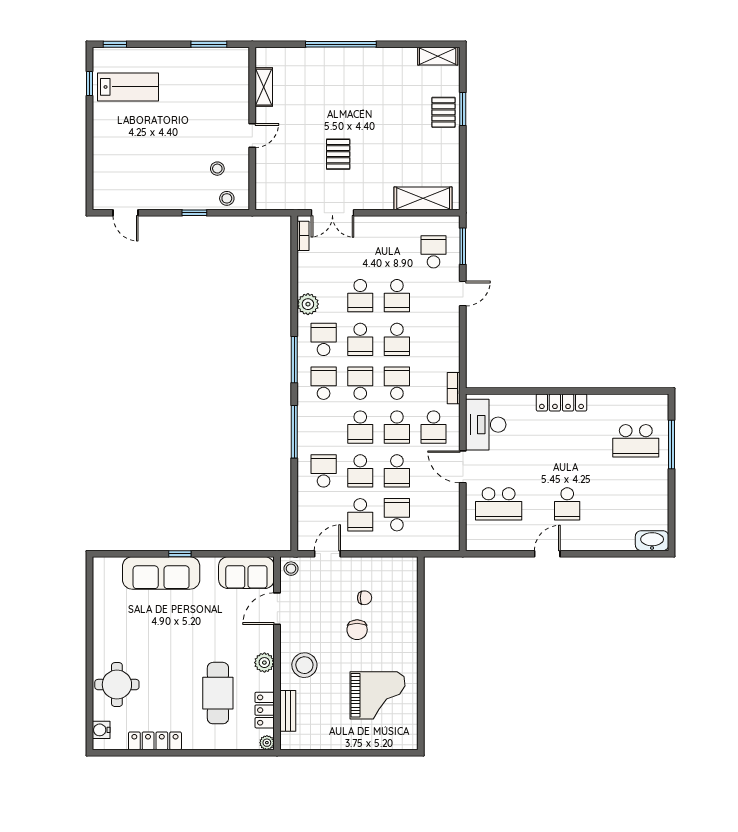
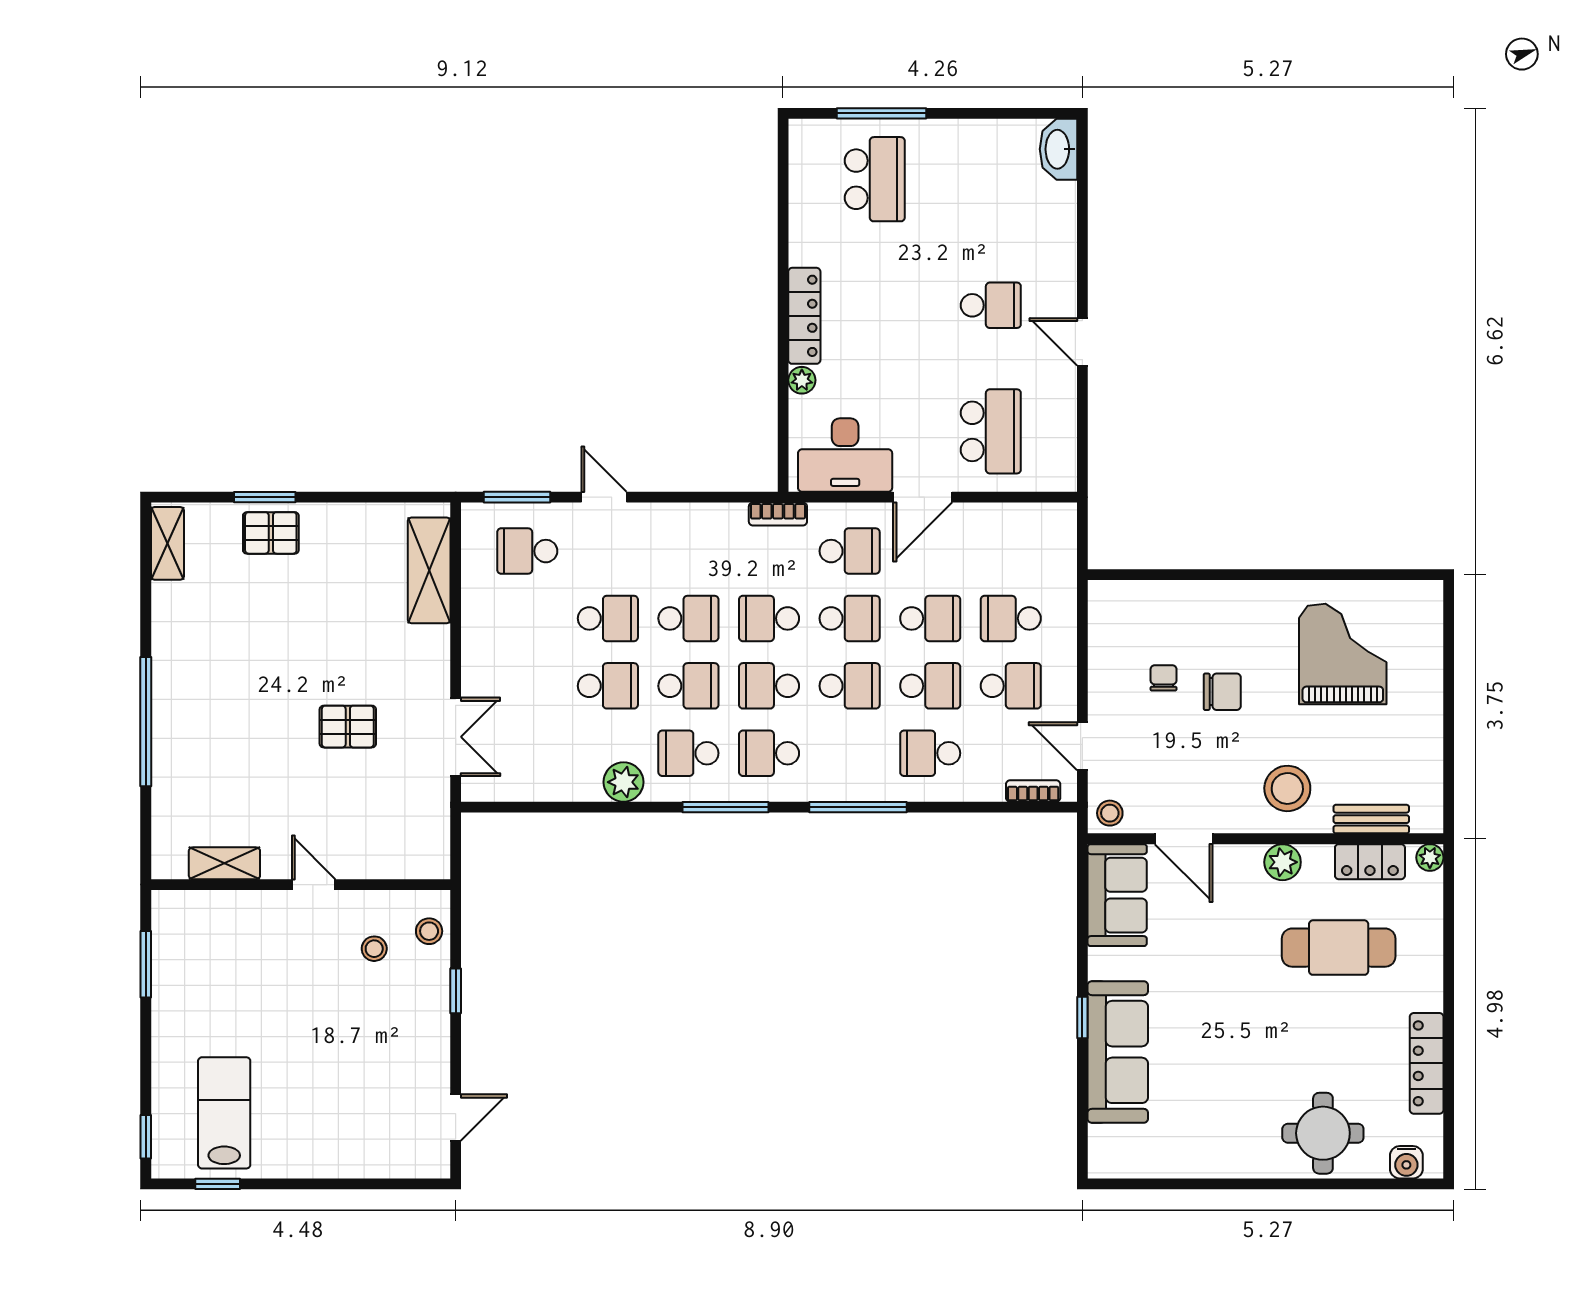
bookcase: (303, 236) -> (1033, 791), moved
plant: (526, 401) -> (802, 380), added

